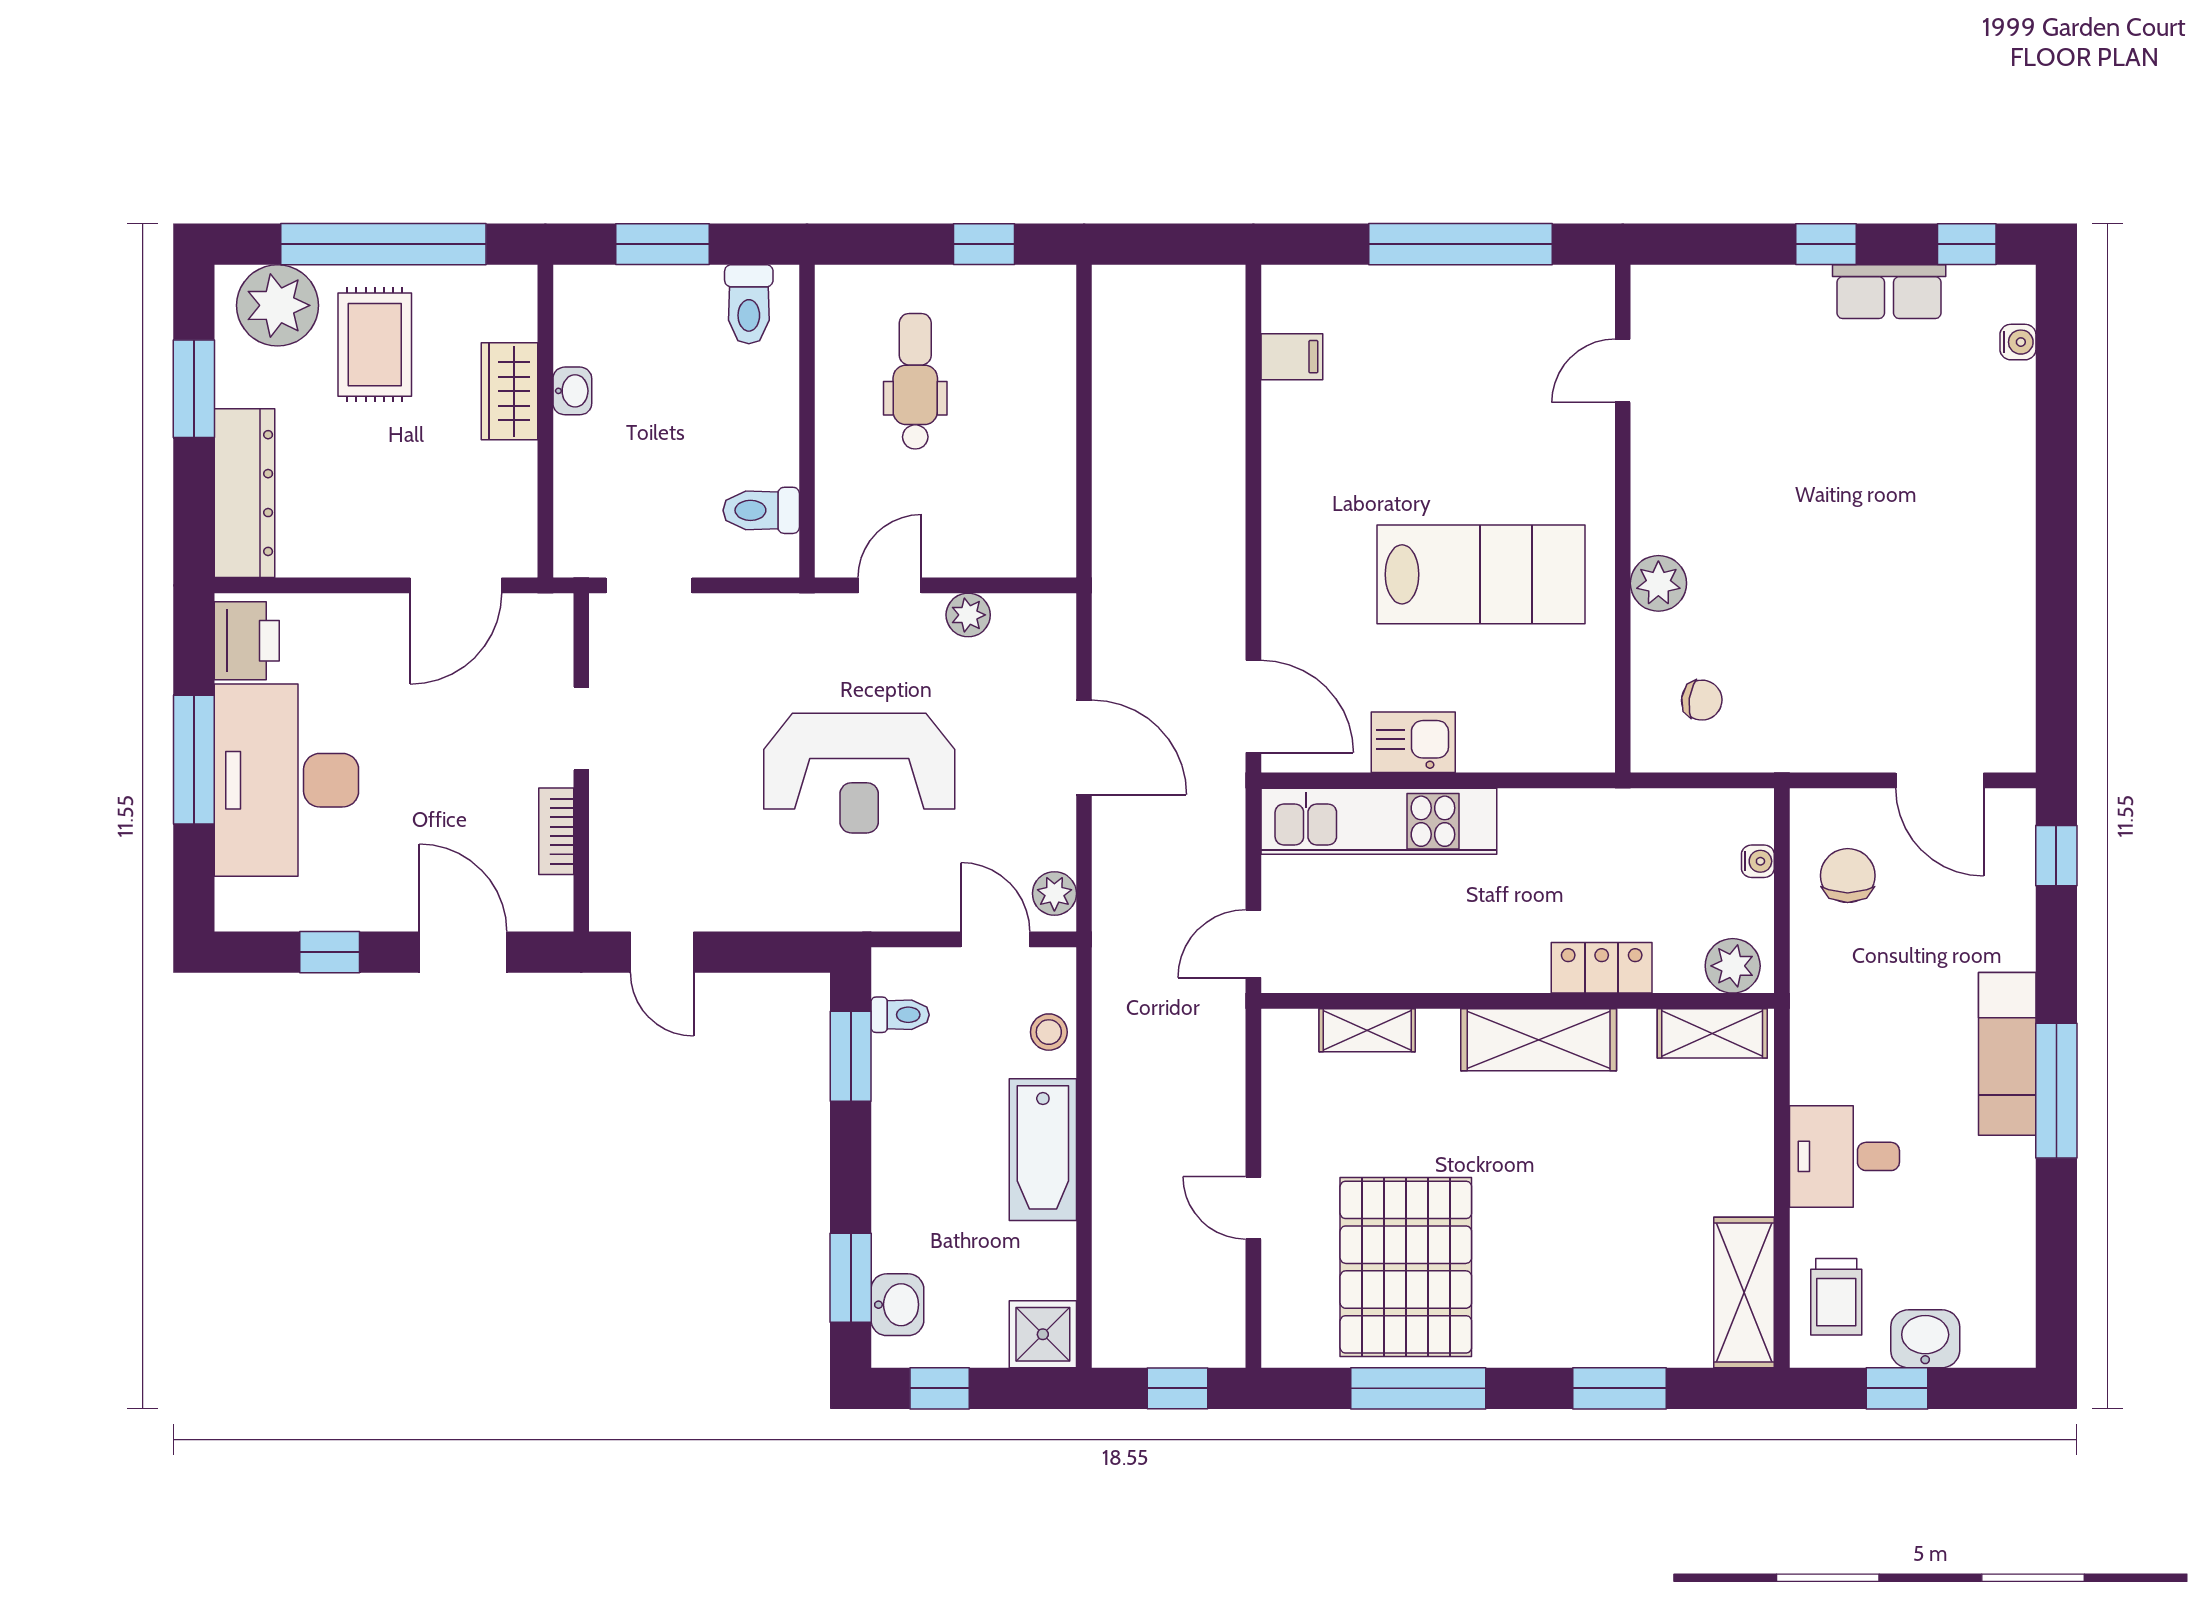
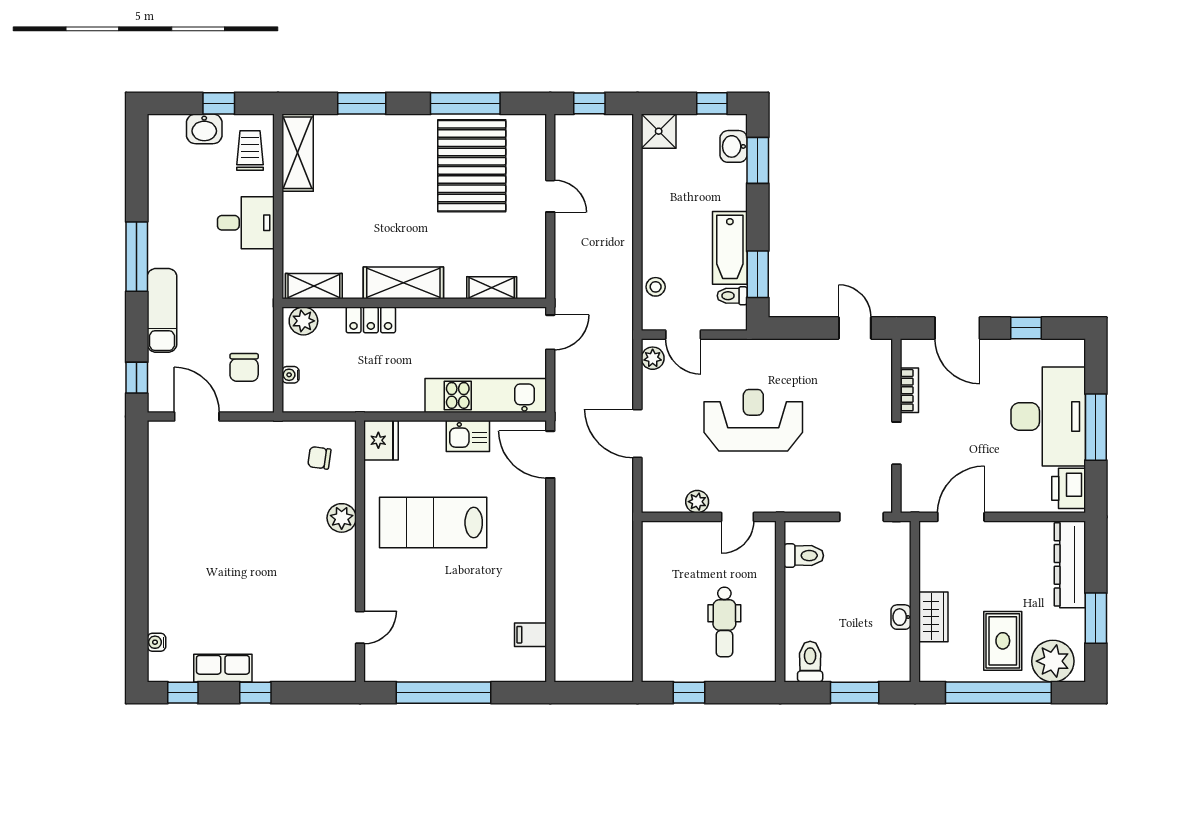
fridge: (1582, 734) -> (381, 440), added
exam couch: (2007, 1054) -> (162, 310), moved
bathtub: (1043, 1150) -> (730, 248), moved, turned 180

